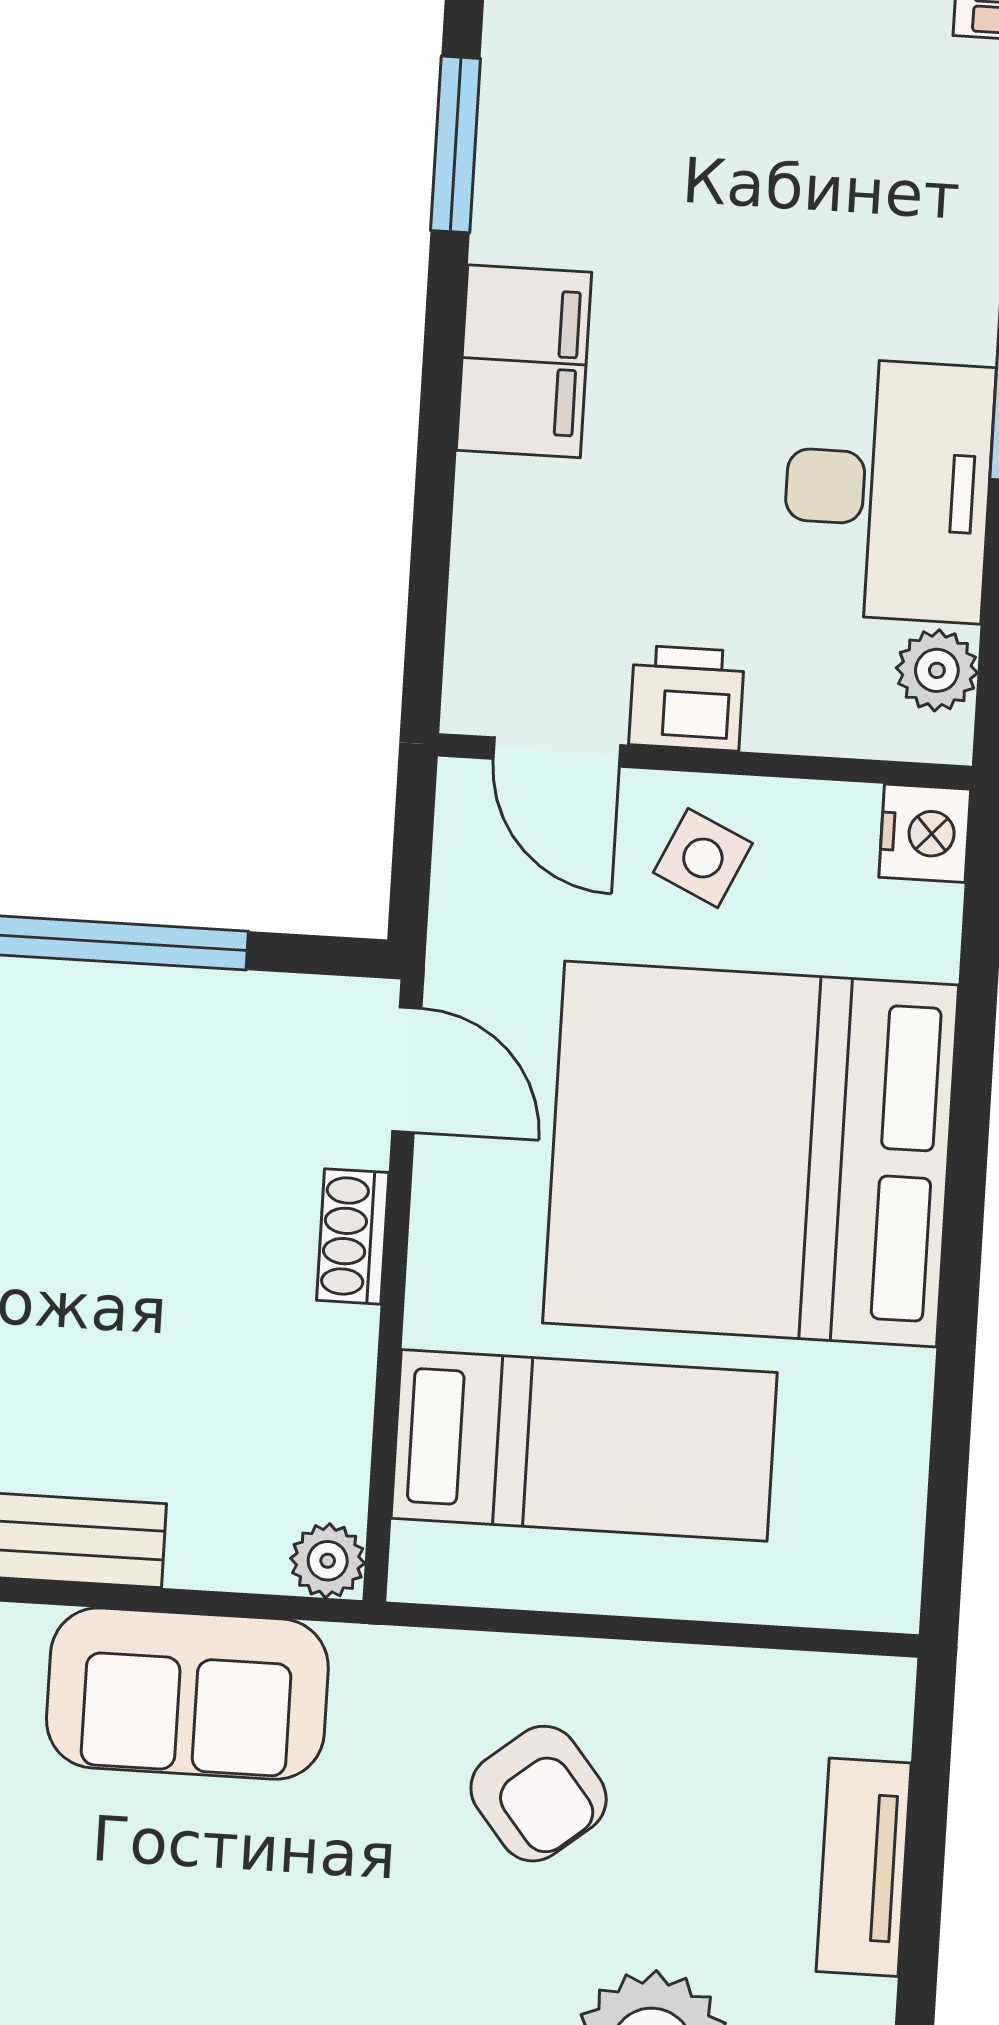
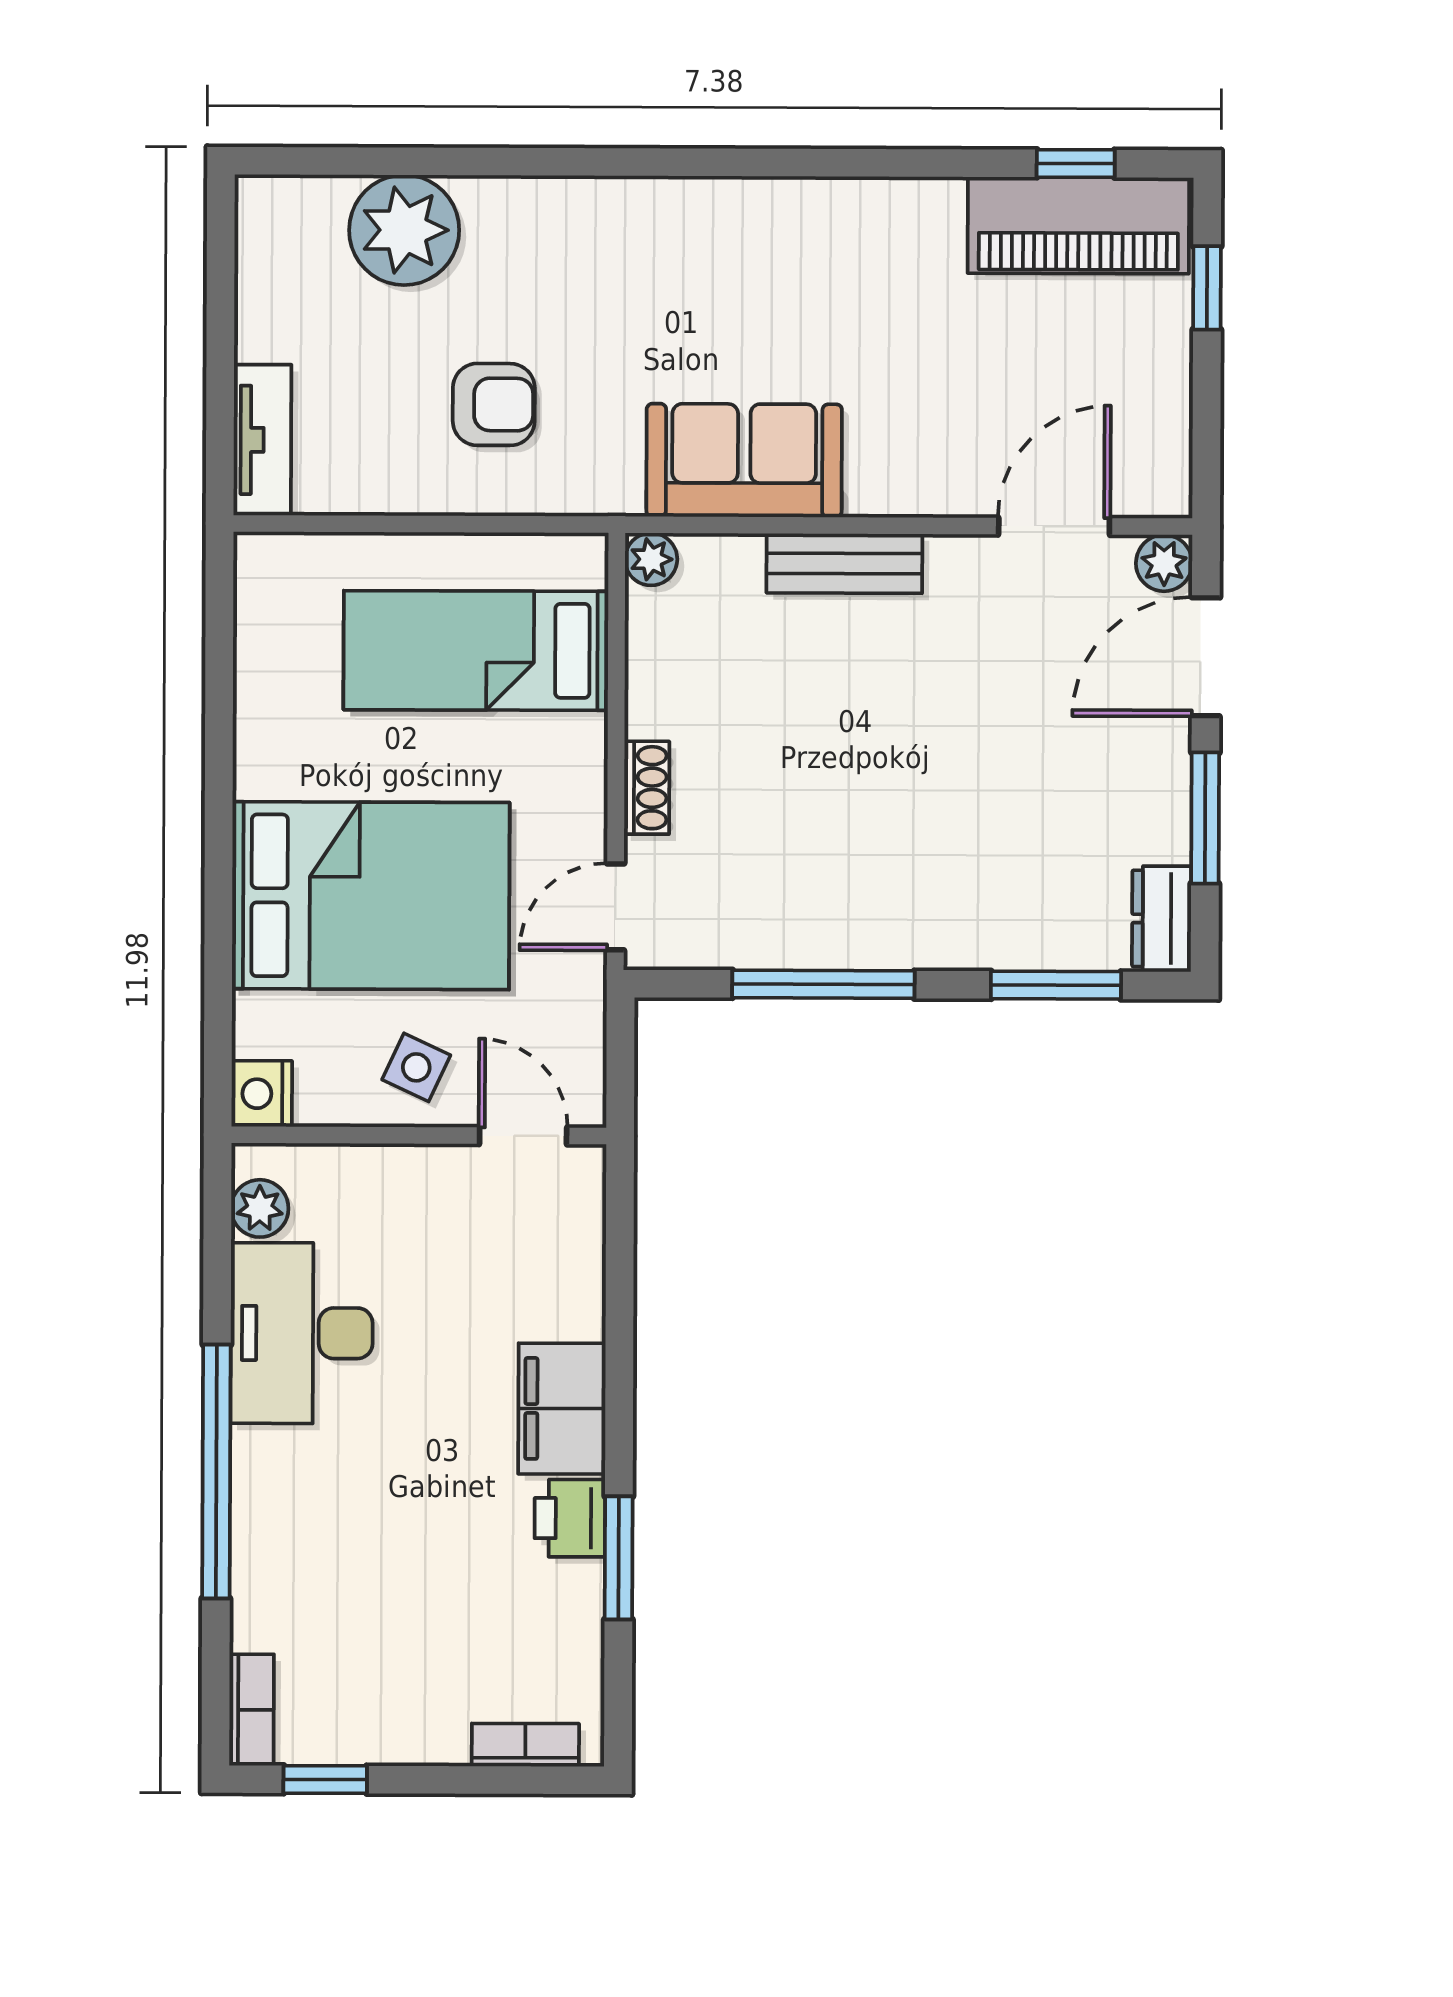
printer: (687, 698) -> (570, 1518), moved, turned 90
door: (407, 1070) -> (615, 907), hinge flipped
bed: (751, 1154) -> (371, 896), width x0.73
armchair: (539, 1794) -> (494, 404), turned 129
tv unit: (864, 1867) -> (262, 440), moved

